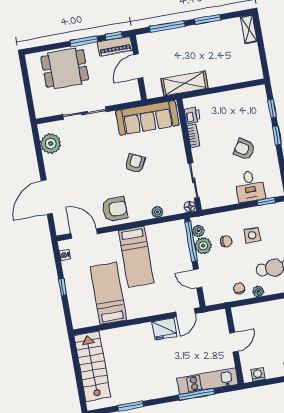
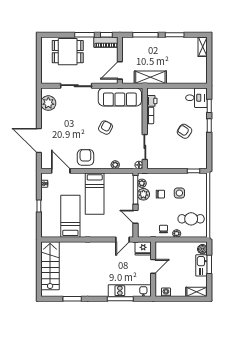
door: (138, 66) -> (120, 70), moved
desk: (250, 186) -> (196, 98), moved, turned -90
door: (47, 197) -> (39, 140), hinge flipped
armchair: (115, 209) -> (85, 157), turned -90
fridge: (164, 329) -> (143, 248), moved

